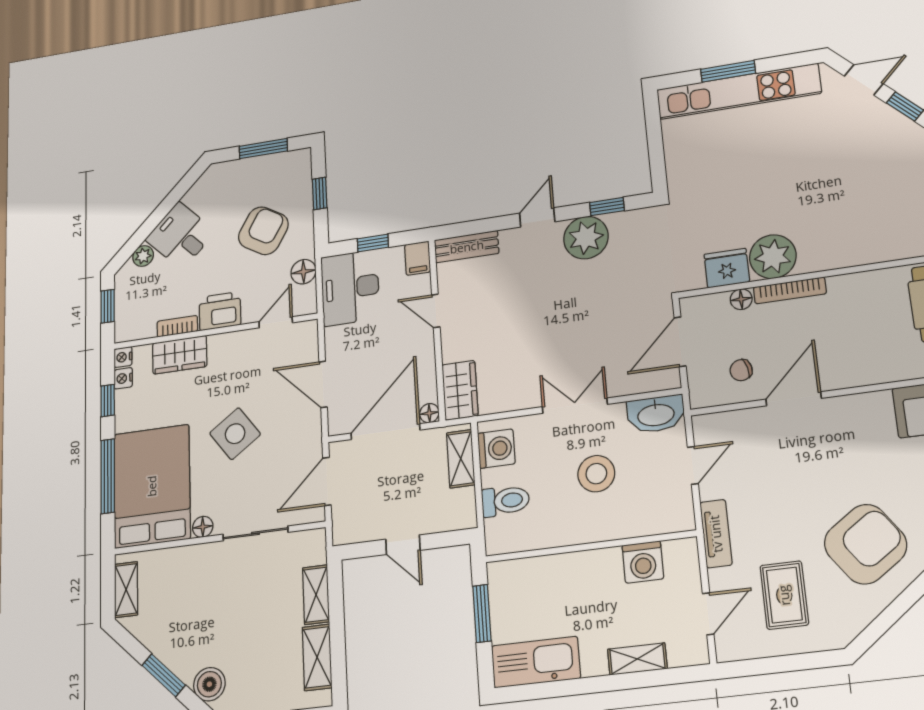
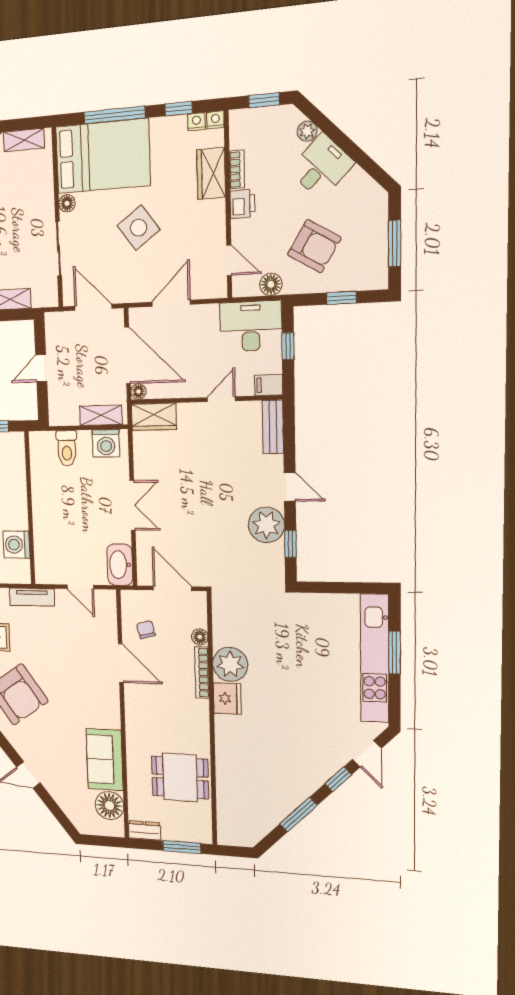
fridge: (727, 268) -> (227, 699), moved
printer: (220, 311) -> (242, 204), width x0.73, depth x0.81
stool: (596, 474) -> (81, 517), removed

